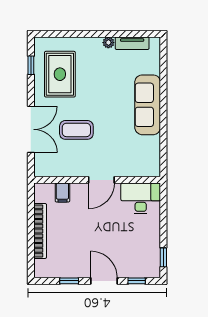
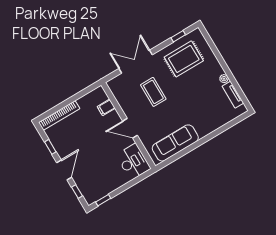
sofa: (148, 105) -> (175, 143), moved
double door: (31, 129) -> (136, 62), swing flipped
bookcase: (40, 231) -> (59, 115), moved

